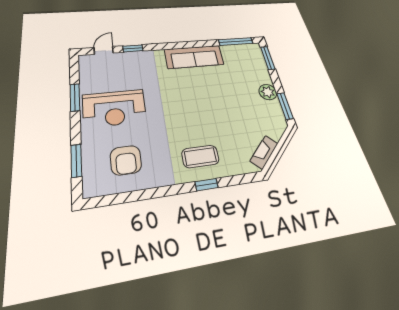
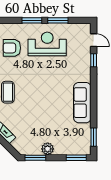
window: (236, 42) -> (94, 137), width x0.69
reception desk: (114, 108) -> (47, 44), turned 90
window: (76, 161) -> (32, 20), moved

